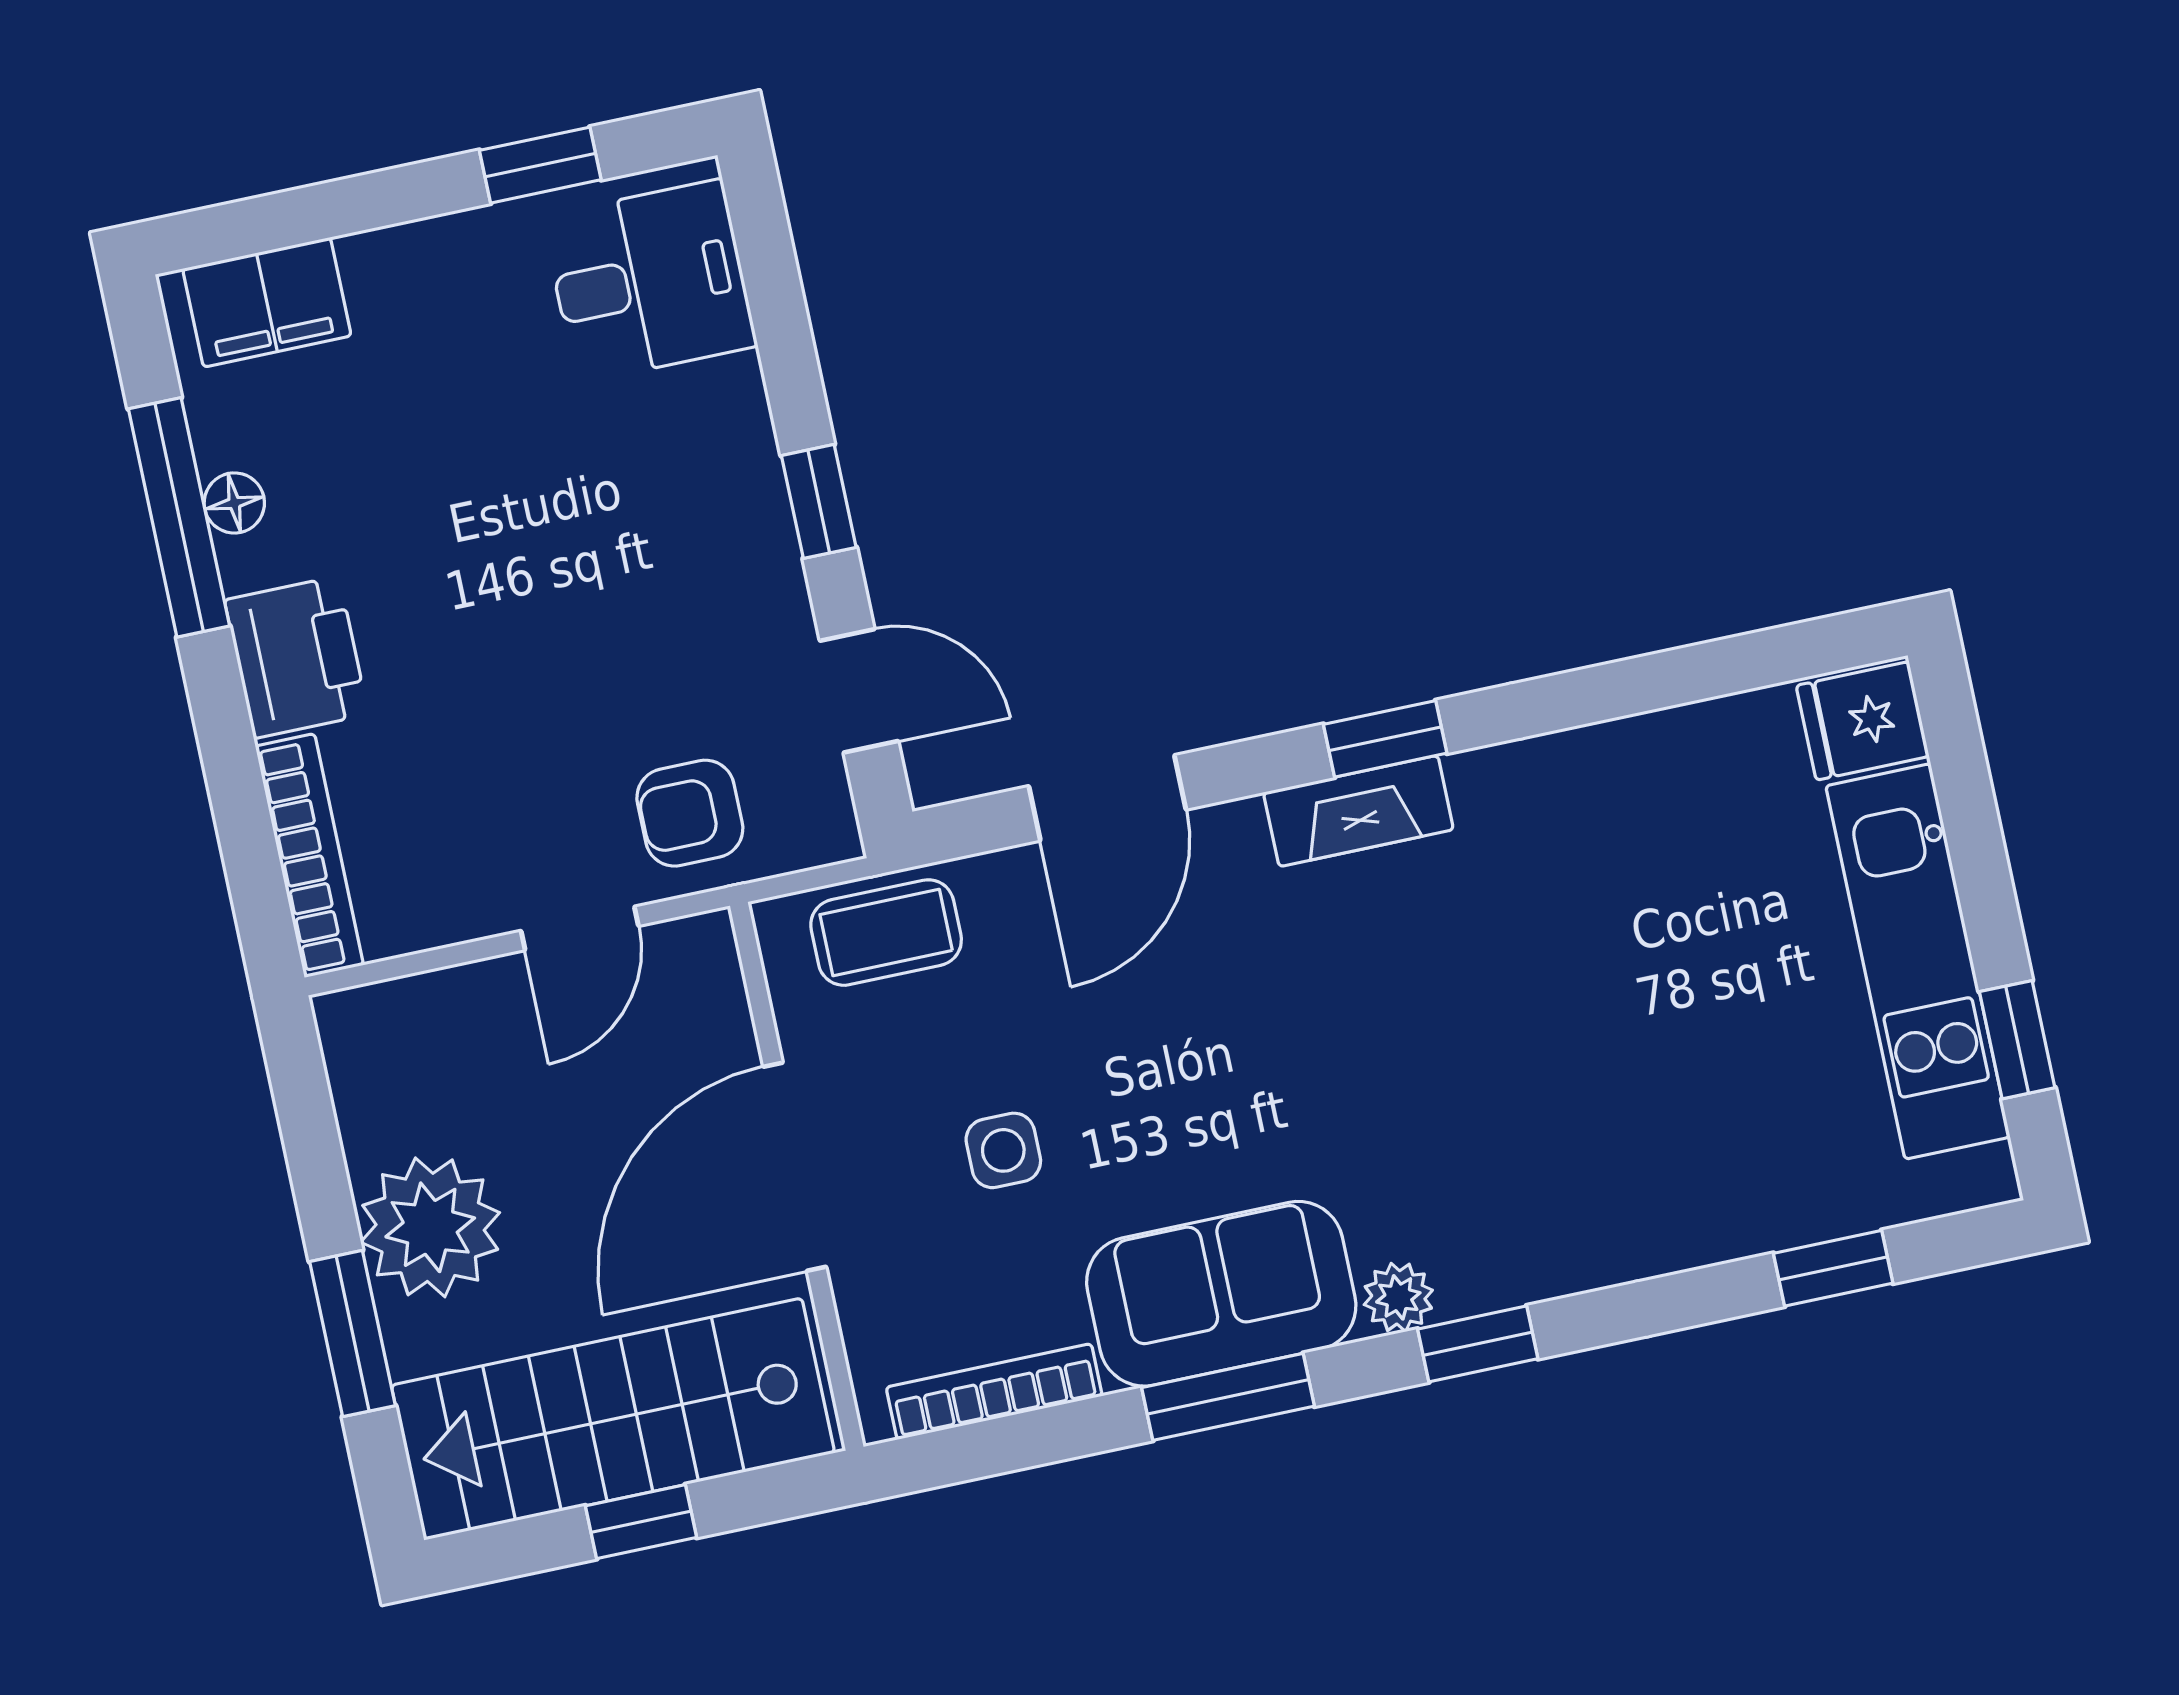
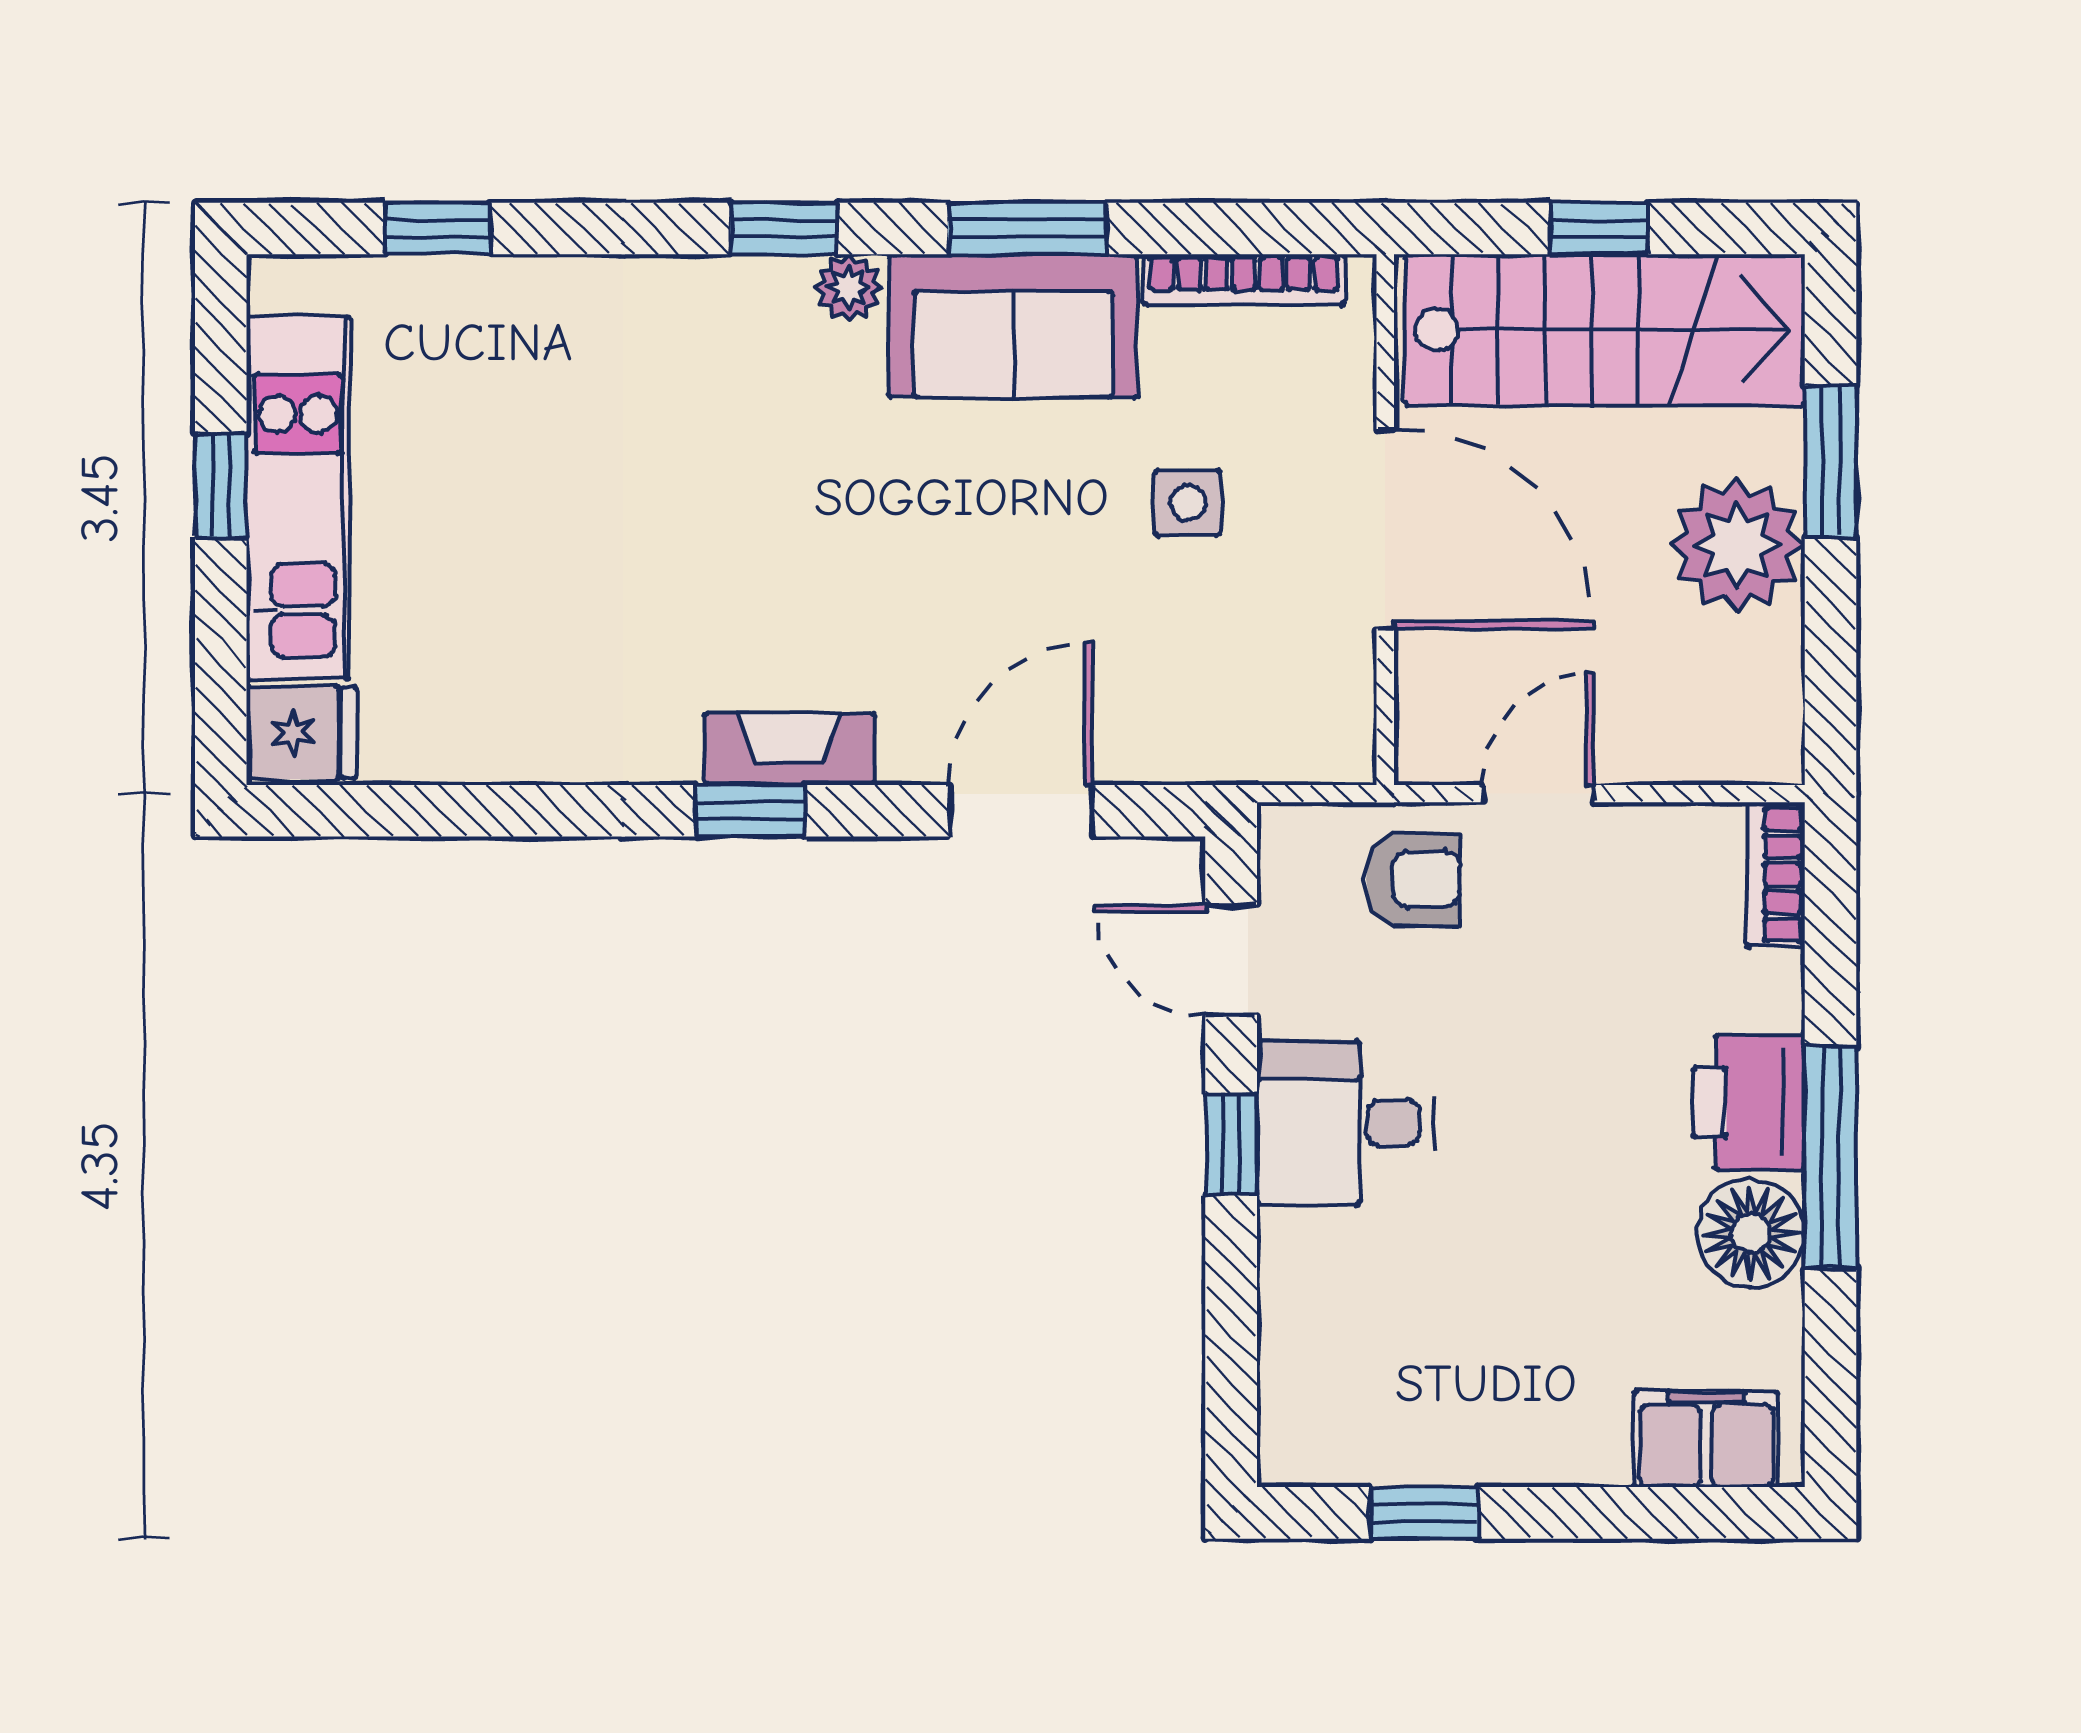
desk: (650, 281) -> (1345, 1123), moved
floor lamp: (234, 503) -> (1751, 1233), width x1.89, depth x1.89
window: (179, 517) -> (1831, 1157), moved
bookcase: (309, 856) -> (1776, 874), width x0.64
coffee table: (886, 933) -> (1254, 729), removed
window: (2017, 1040) -> (221, 485), moved
door: (795, 1167) -> (1385, 529), hinge flipped

